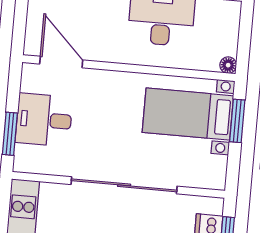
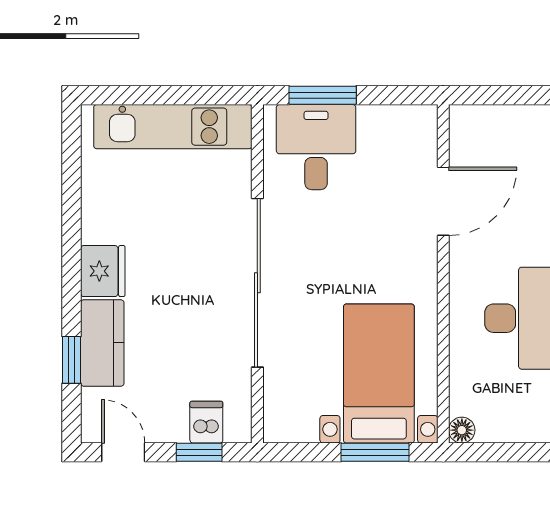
door: (61, 62) -> (443, 201), moved
desk: (44, 120) -> (316, 147), moved

